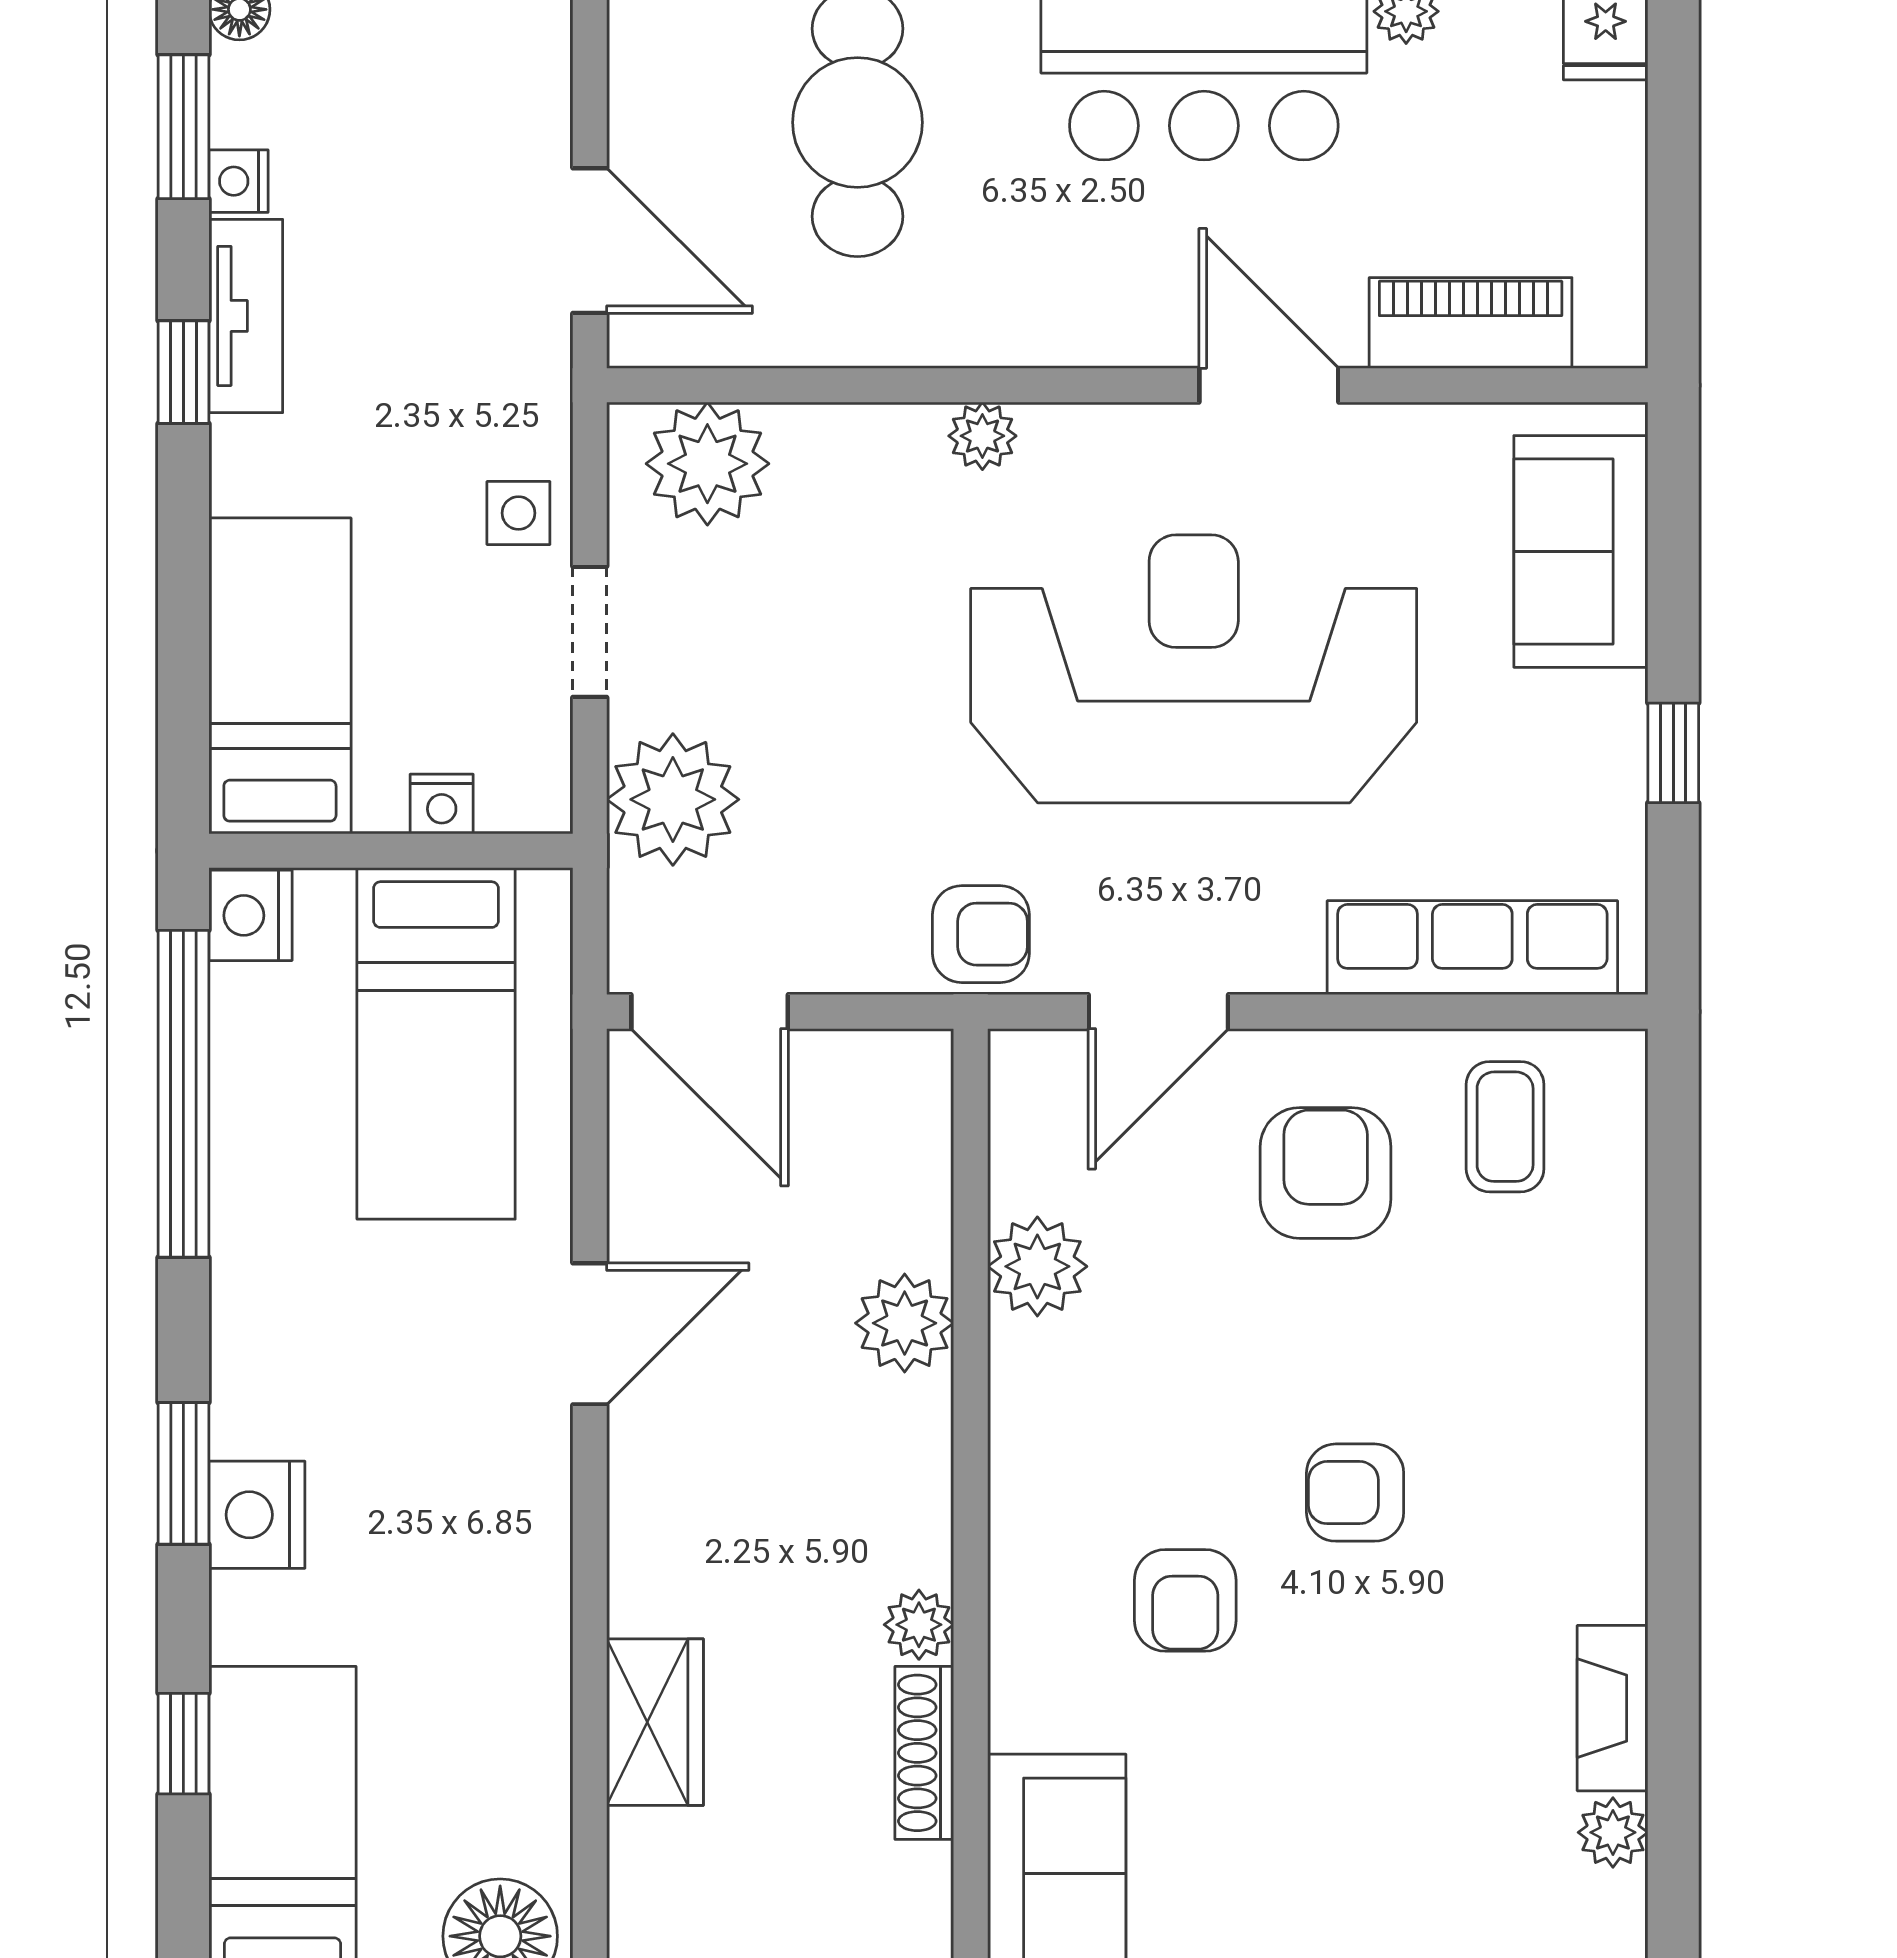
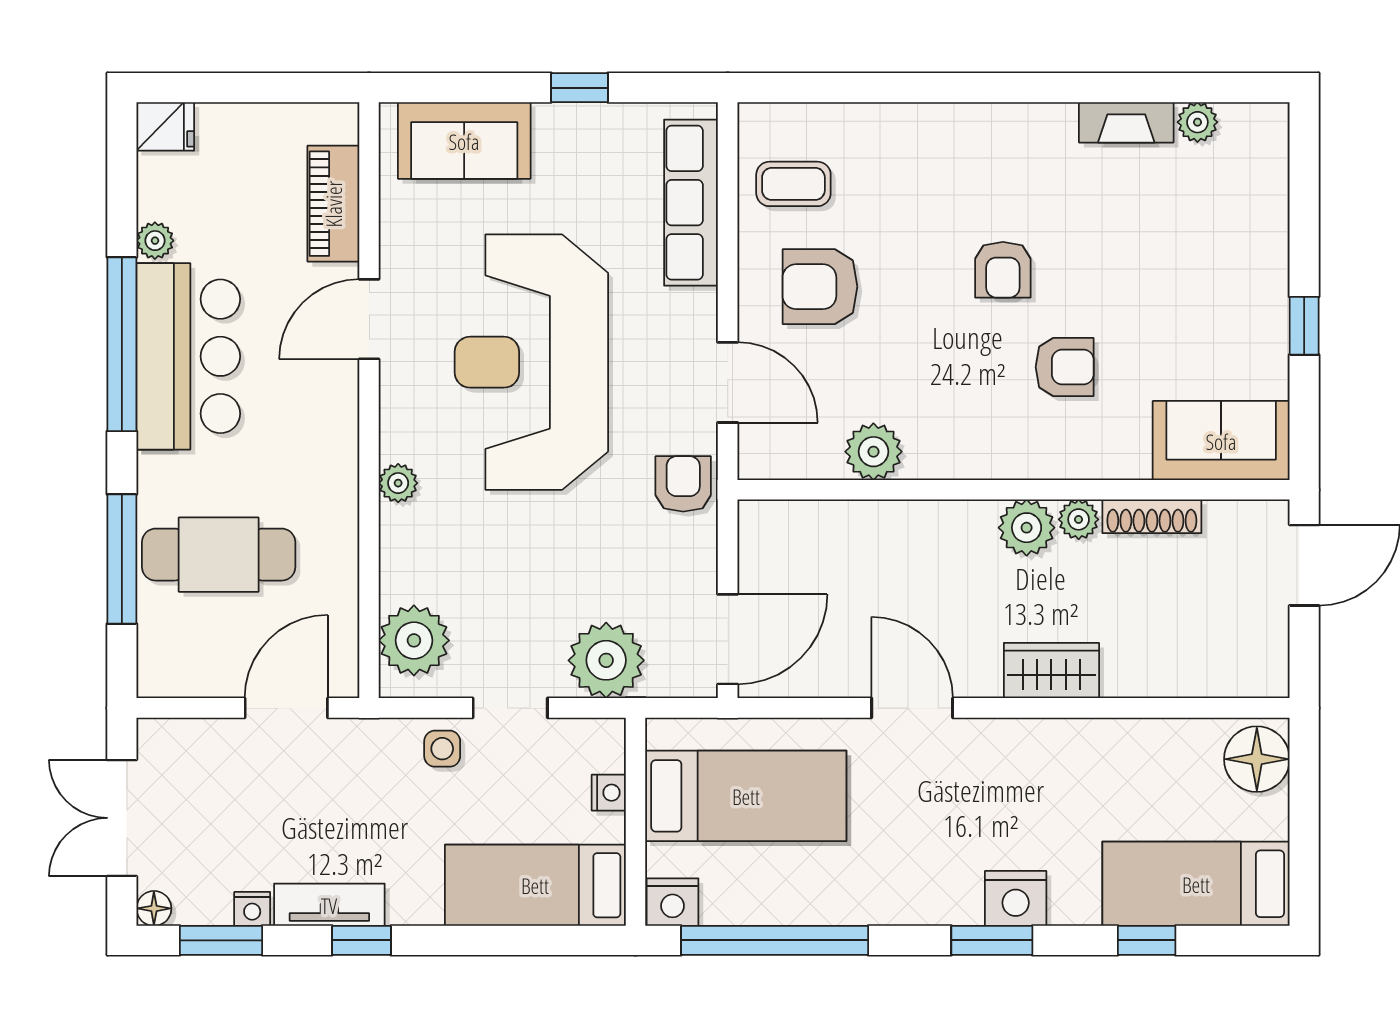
plant: (905, 1323) -> (1027, 528), moved
wardrobe: (655, 1722) -> (1051, 671), moved

